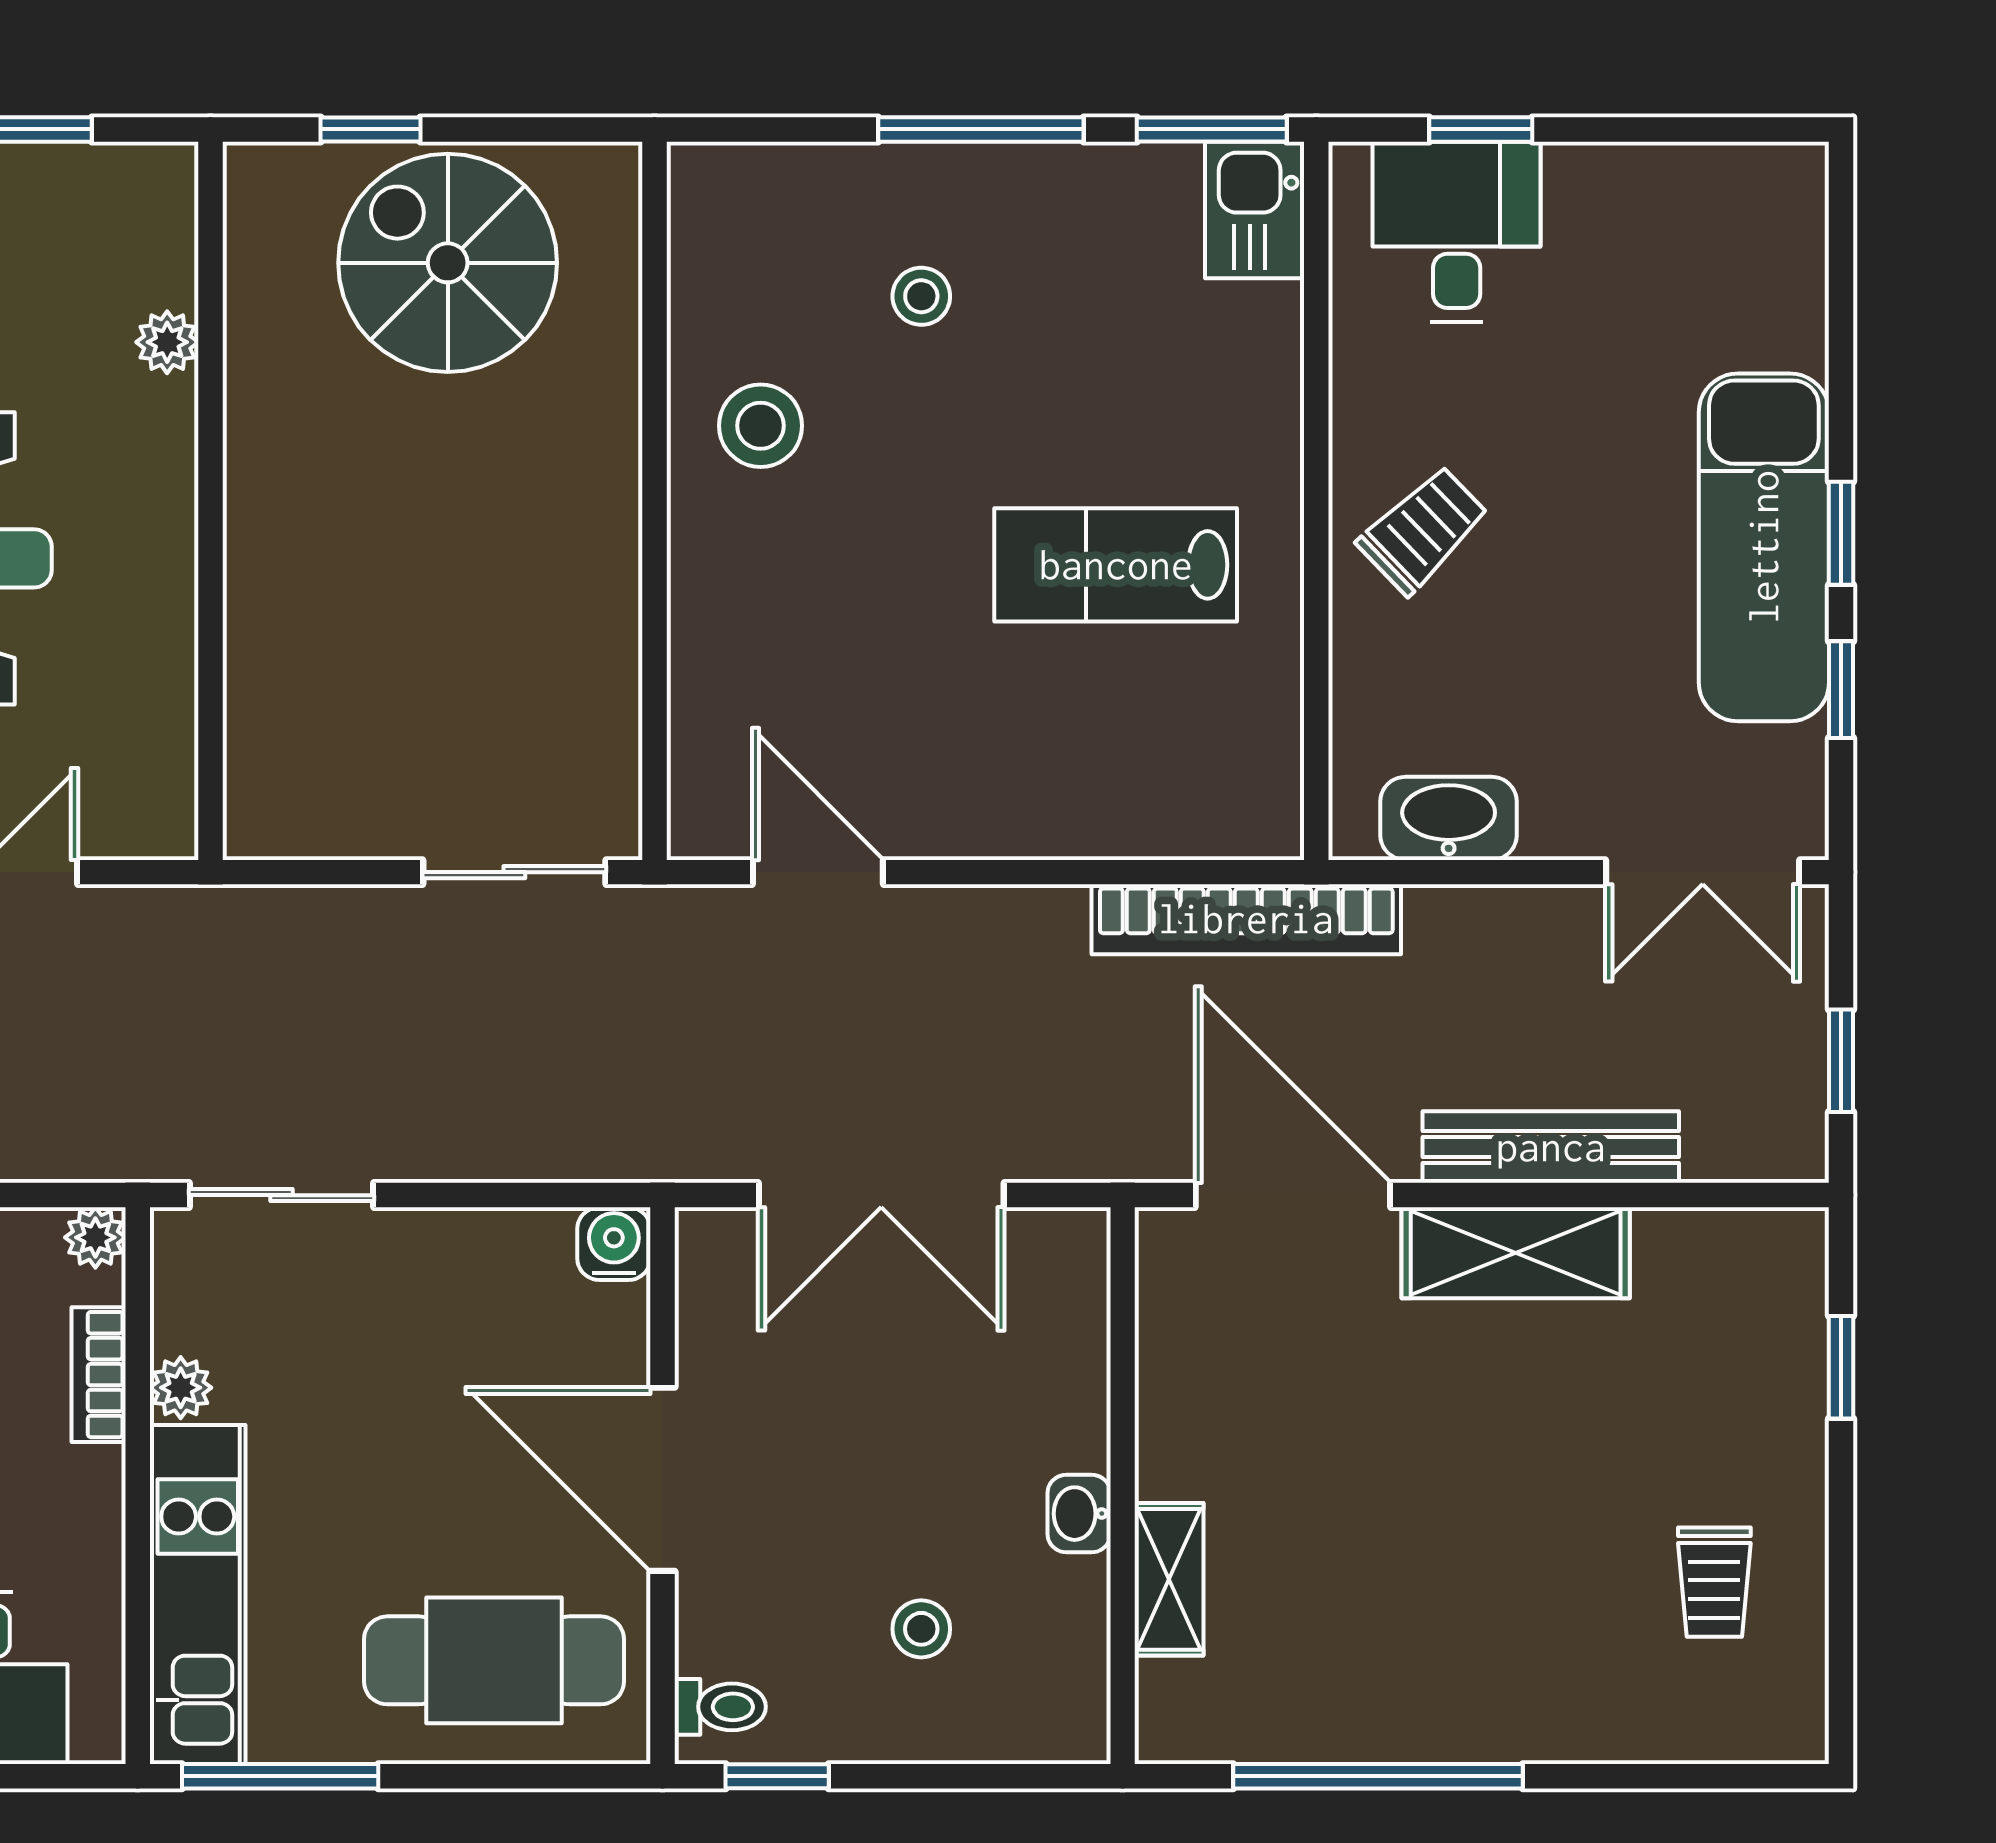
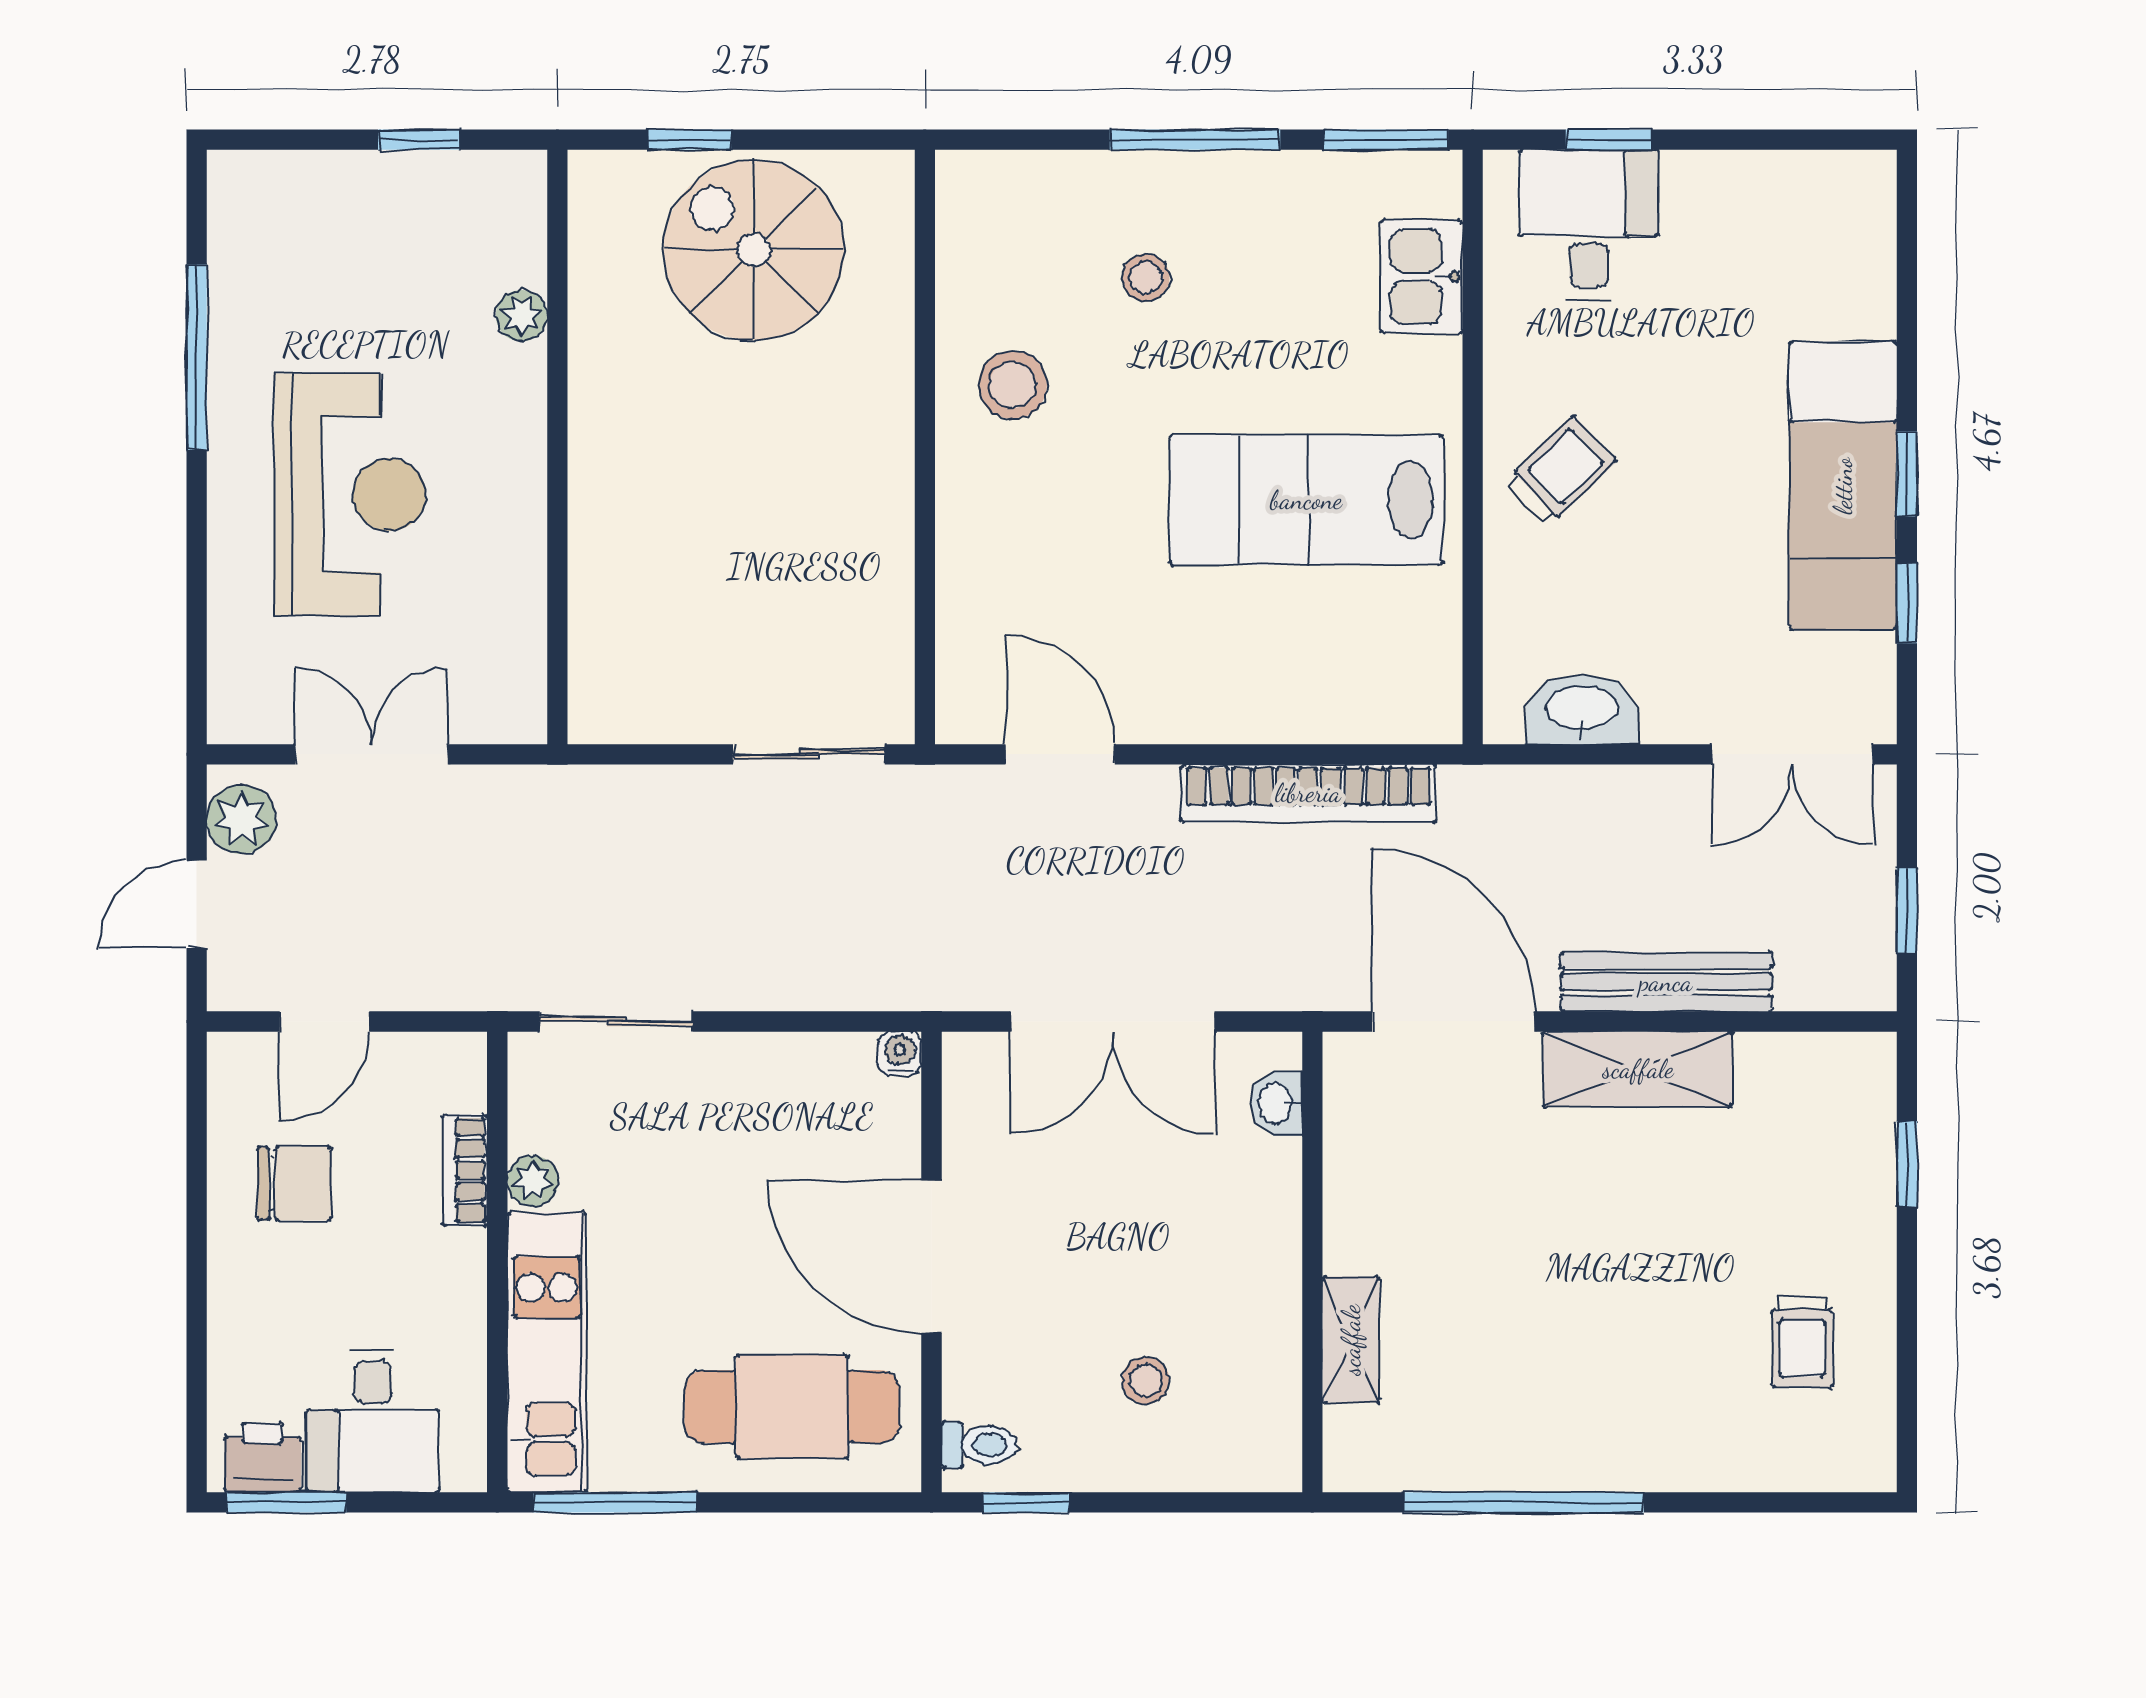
kitchen sink: (1255, 210) -> (1422, 276), moved
lab bench: (1116, 565) -> (1306, 500), width x1.36, depth x1.39
bookcase: (1246, 919) -> (1308, 793), moved
plant: (95, 1237) -> (462, 1057), removed
water cooler: (614, 1244) -> (900, 1053), width x0.72, depth x0.72
washbasin: (1079, 1514) -> (1276, 1103), moved

